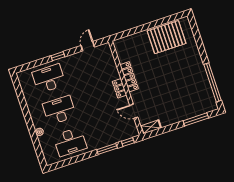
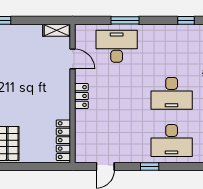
locker: (129, 77) -> (63, 140), moved
desk: (70, 142) -> (117, 46), moved
window: (128, 142) -> (186, 20), moved

